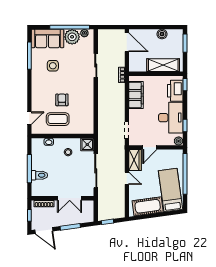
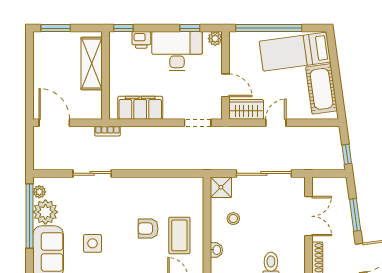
boiler: (162, 34) -> (41, 65), removed
door: (127, 42) -> (54, 123), hinge flipped
printer: (175, 91) -> (141, 40), width x0.53, depth x0.68

